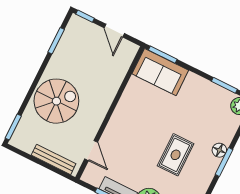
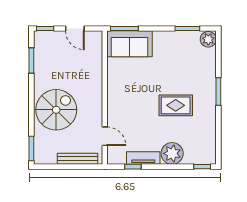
floor lamp: (219, 150) -> (210, 84), removed
rug: (176, 155) -> (176, 105), turned 90

